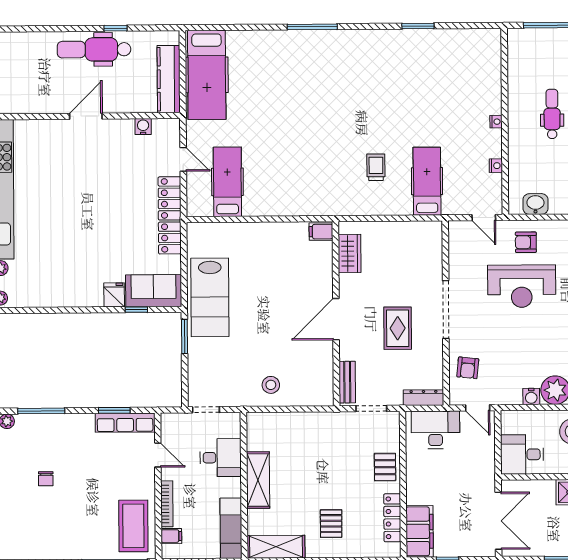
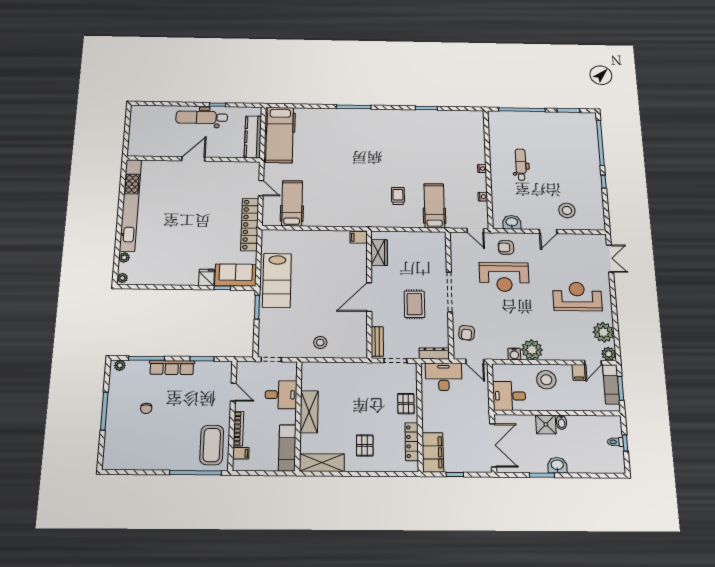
water cooler: (143, 127) -> (234, 166), removed
row of seats: (125, 423) -> (172, 368), moved

